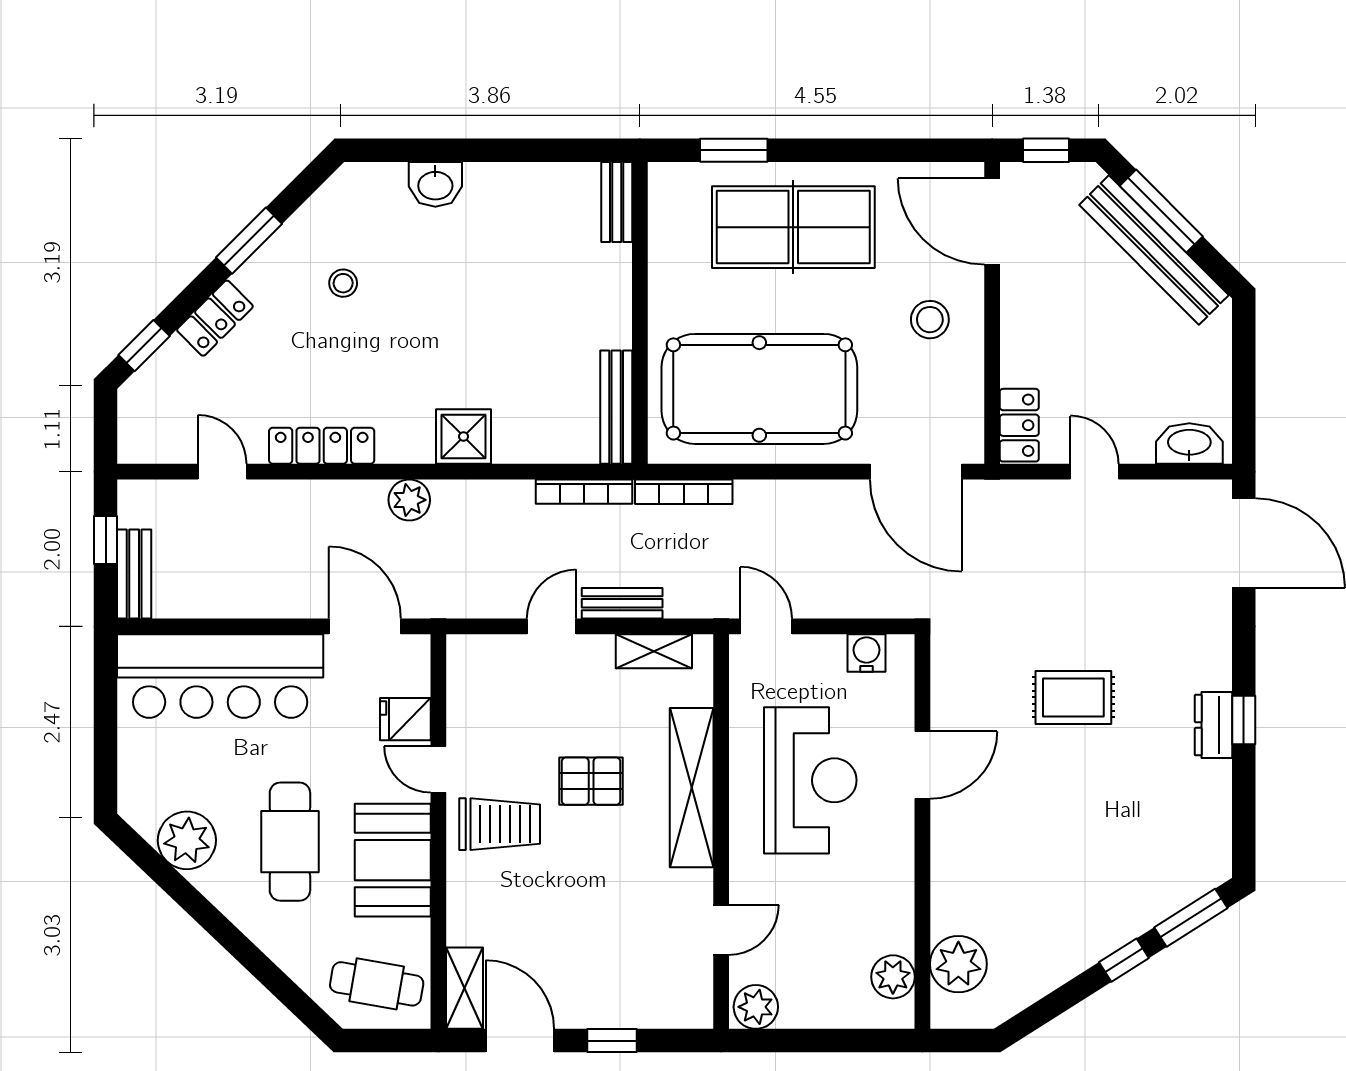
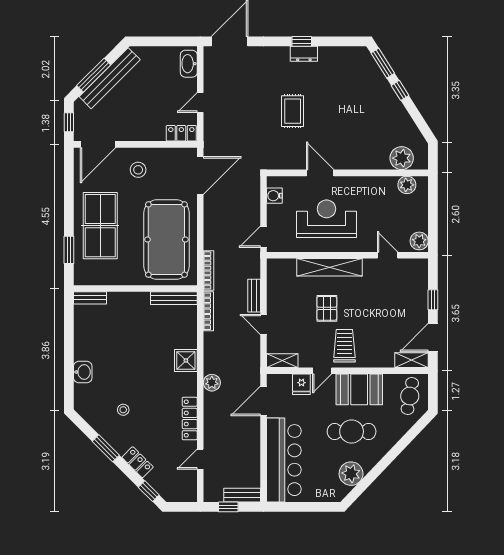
shelving: (654, 651) -> (282, 361), moved, turned 90

